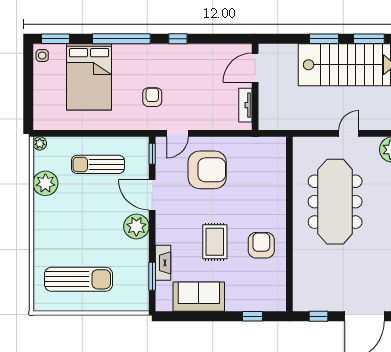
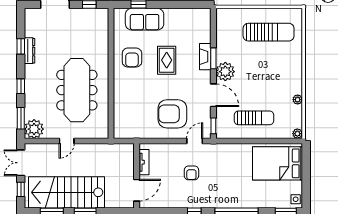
bed: (89, 77) -> (278, 163), moved, turned -90
armchair: (152, 97) -> (191, 173), moved
plant: (45, 183) -> (298, 100), width x0.53, depth x0.53
fireplace: (163, 263) -> (205, 57), moved
window: (152, 276) -> (213, 58), moved
sun lounger: (78, 279) -> (269, 32), turned 180
sofa: (199, 297) -> (145, 19), moved

